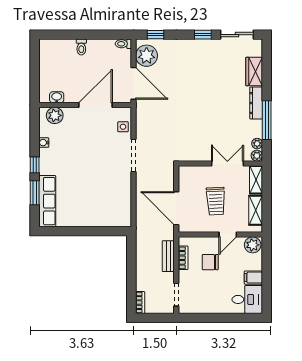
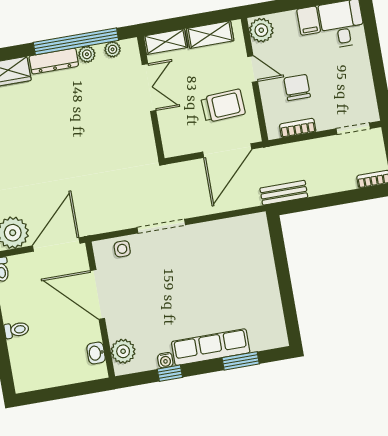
window: (267, 120) -> (76, 41), width x1.46
plant: (257, 156) -> (87, 54), moved
double door: (227, 163) -> (149, 88), swing flipped
window: (35, 165) -> (170, 373), moved
row of seats: (47, 201) -> (211, 347), moved
trolley: (216, 201) -> (223, 106), moved
bench: (168, 256) -> (284, 193), moved
chair: (210, 262) -> (297, 88), turned 180

